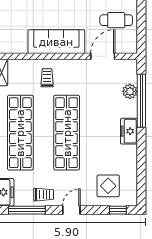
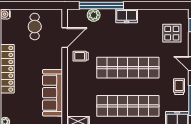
sofa: (56, 42) -> (53, 93), moved
door: (103, 56) -> (65, 38), swing flipped
trolley: (47, 78) -> (81, 56), moved

